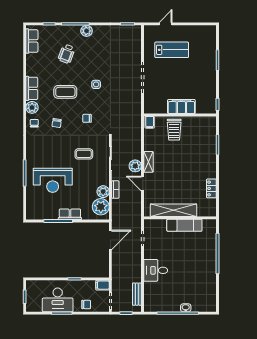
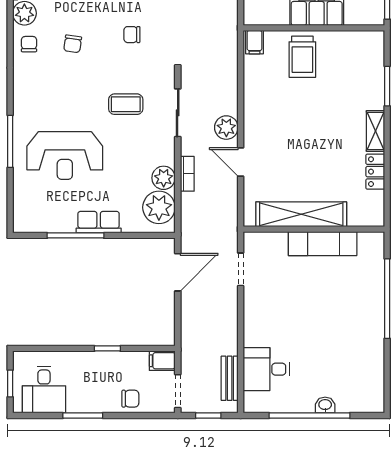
shelving: (148, 162) -> (376, 131), moved
desk: (156, 270) -> (266, 369), moved
desk: (58, 300) -> (44, 390), moved, width x0.73

